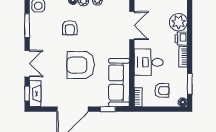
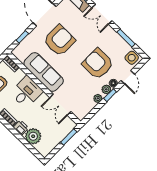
armchair: (70, 28) -> (98, 64), width x1.88, depth x1.88
armchair: (81, 65) -> (59, 40), moved
sofa: (119, 83) -> (44, 72), moved

